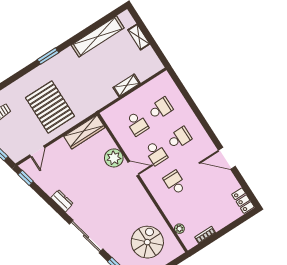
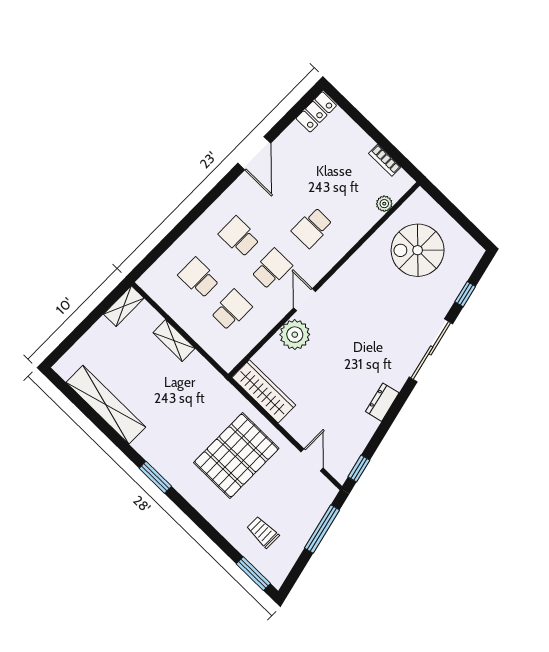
shelving: (139, 37) -> (124, 306), moved
door: (37, 151) -> (312, 460), hinge flipped

